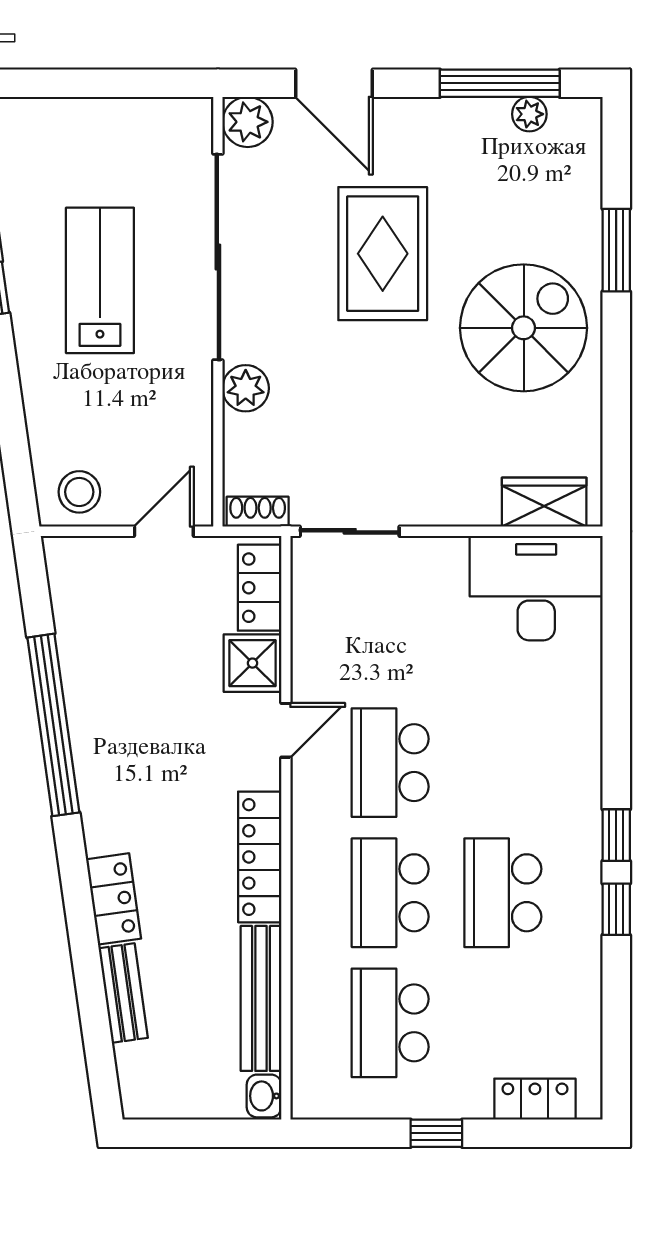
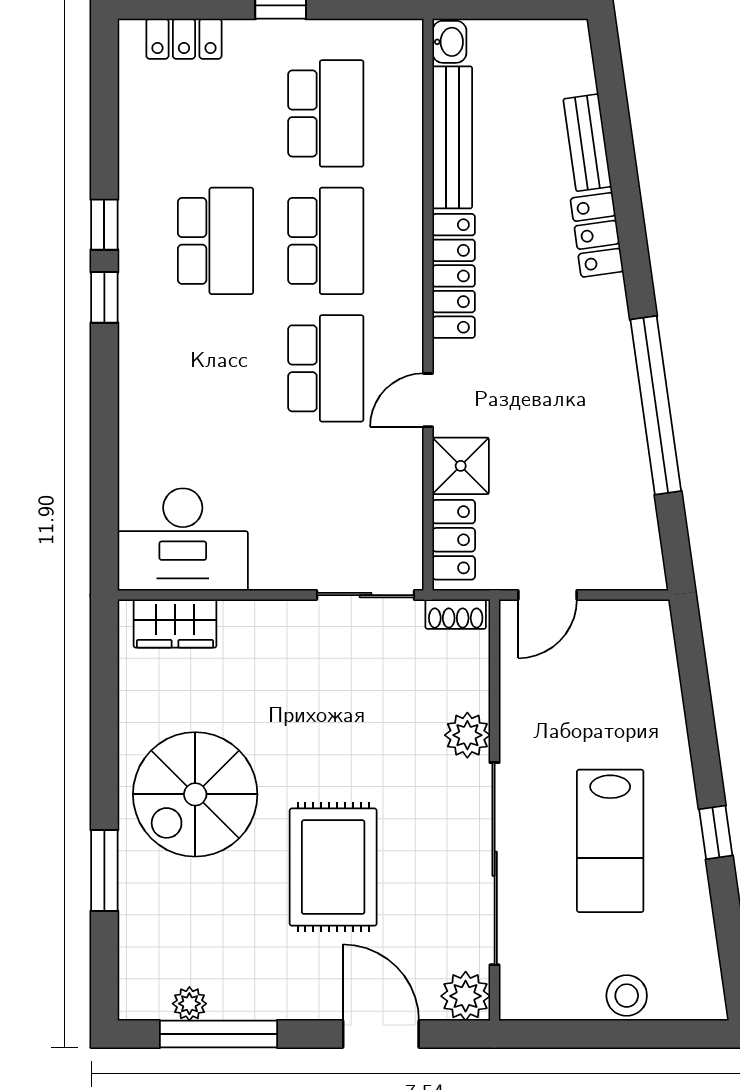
stool: (79, 492) -> (627, 996), moved

